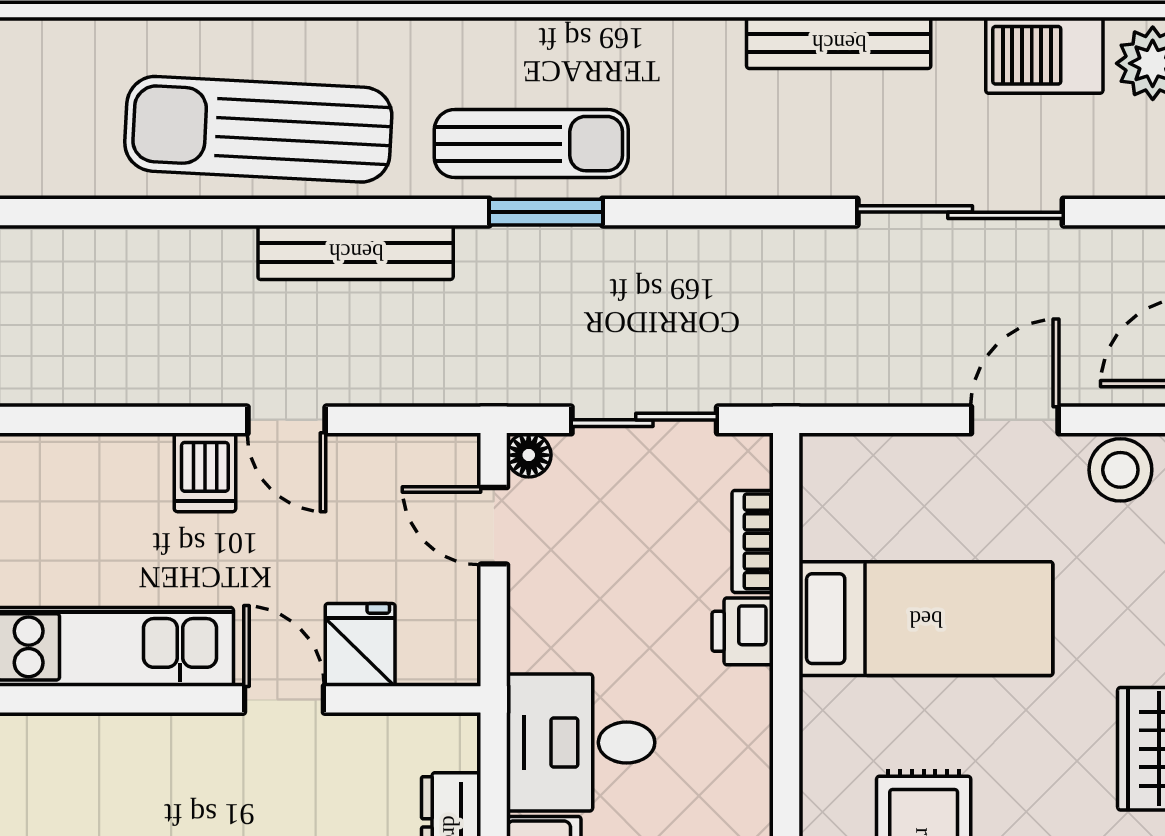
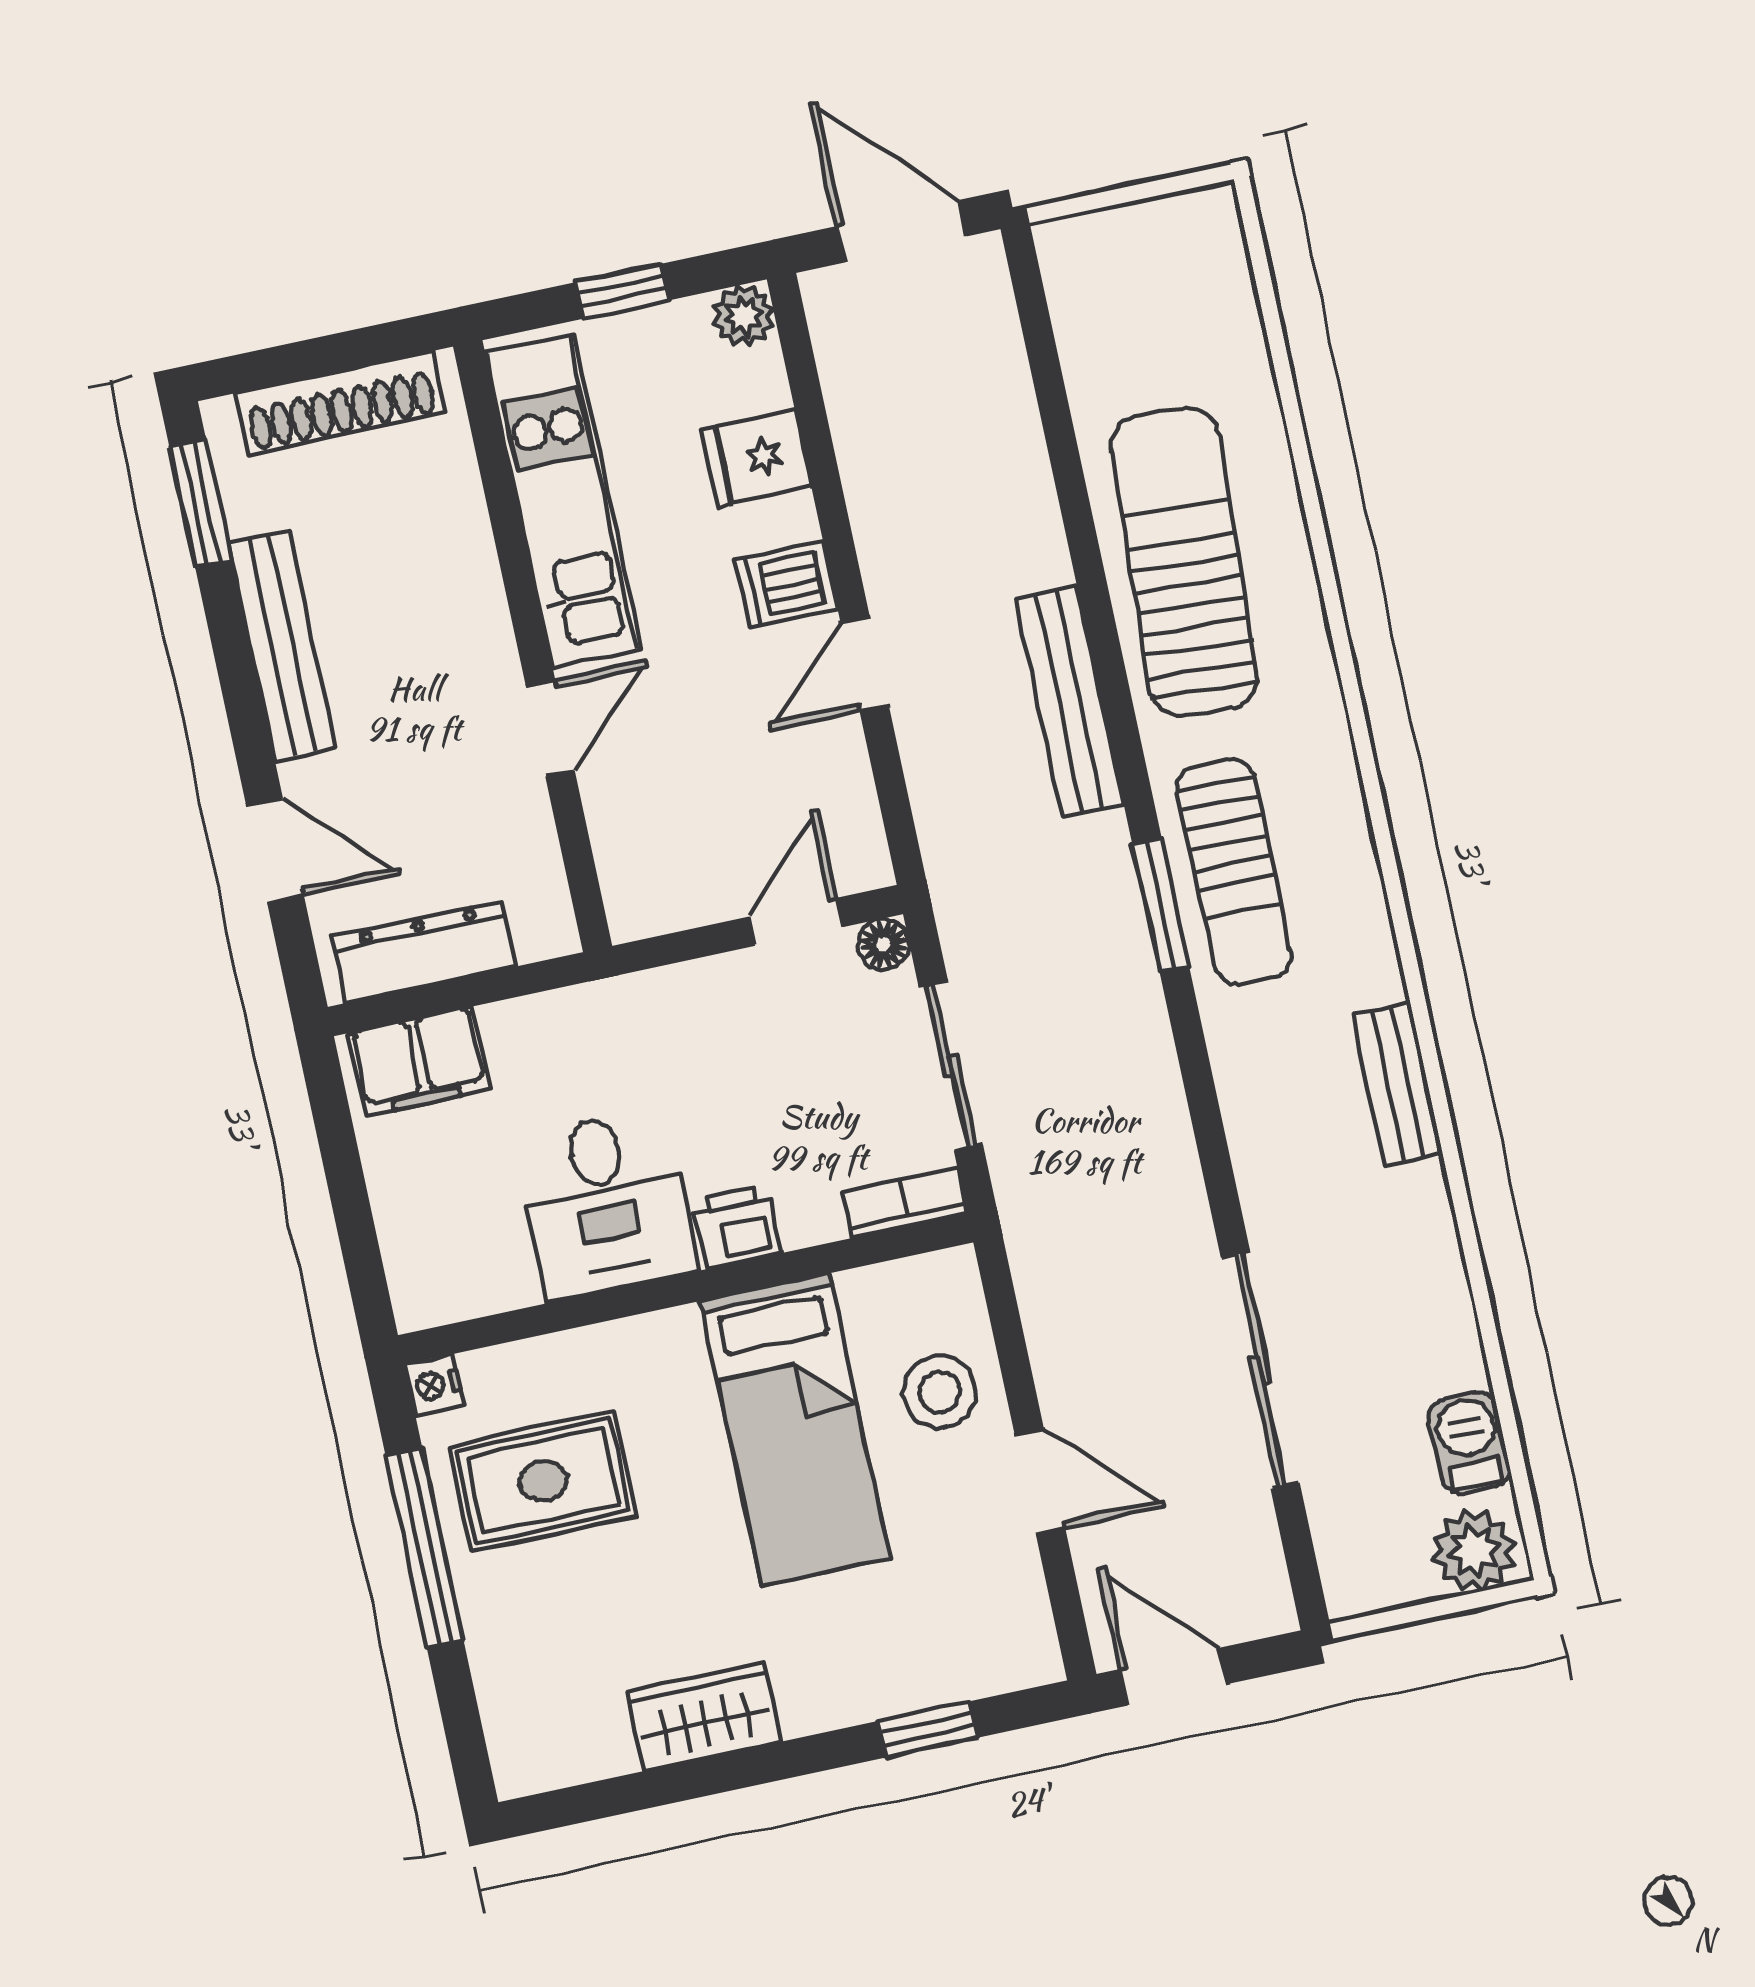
bench: (839, 43) -> (1398, 1084), moved, width x0.73
barbecue: (1044, 55) -> (1469, 1443), width x0.73, depth x0.79
stool: (1120, 470) -> (940, 1392), moved
bookcase: (753, 541) -> (905, 1203), moved
fridge: (360, 645) -> (757, 458), moved, turned 180
desk: (581, 743) -> (606, 1204), moved, turned 180

